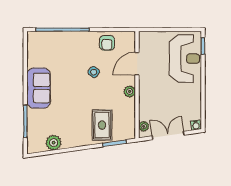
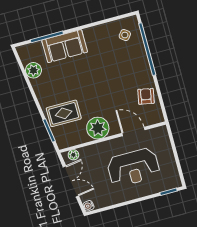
armchair: (107, 43) -> (146, 96), turned 101
reception desk: (184, 59) -> (133, 167), moved
side table: (94, 72) -> (125, 35), moved
sofa: (39, 88) -> (65, 46), moved
plant: (130, 91) -> (98, 128), width x1.88, depth x1.88

